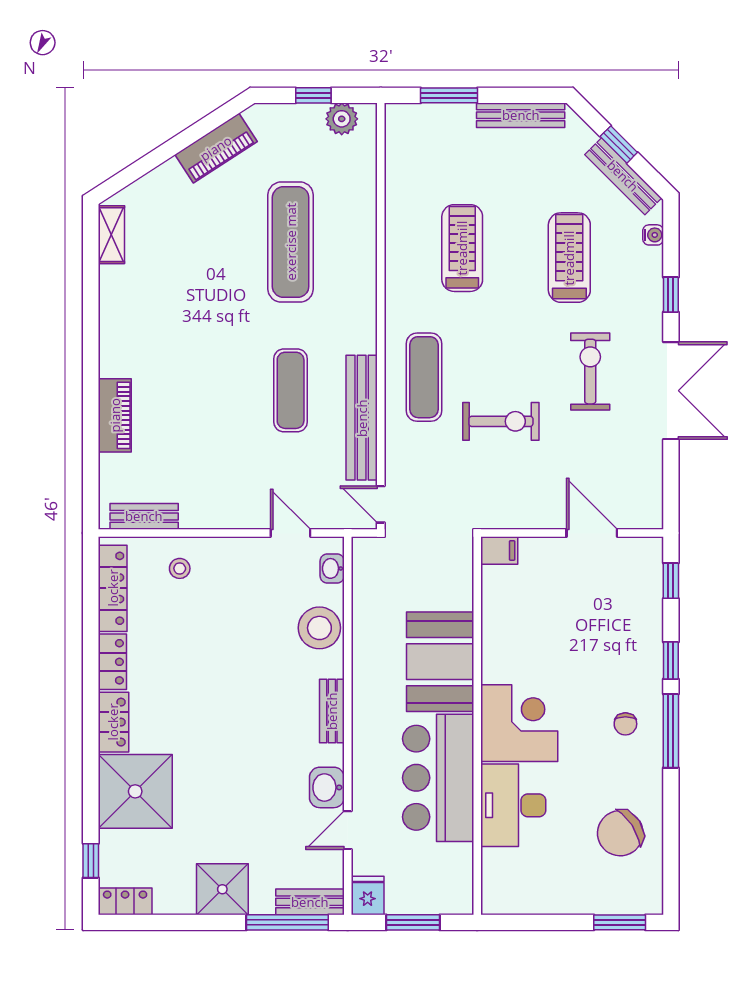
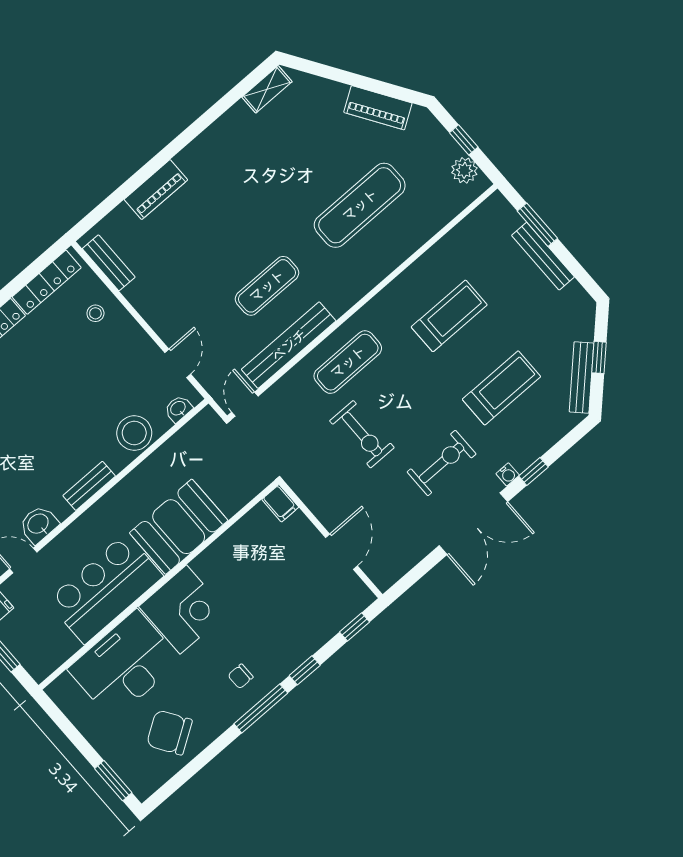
bench: (521, 115) -> (543, 256), moved
water cooler: (653, 235) -> (508, 474), moved
desk: (513, 805) -> (125, 665), width x1.36, depth x1.30

